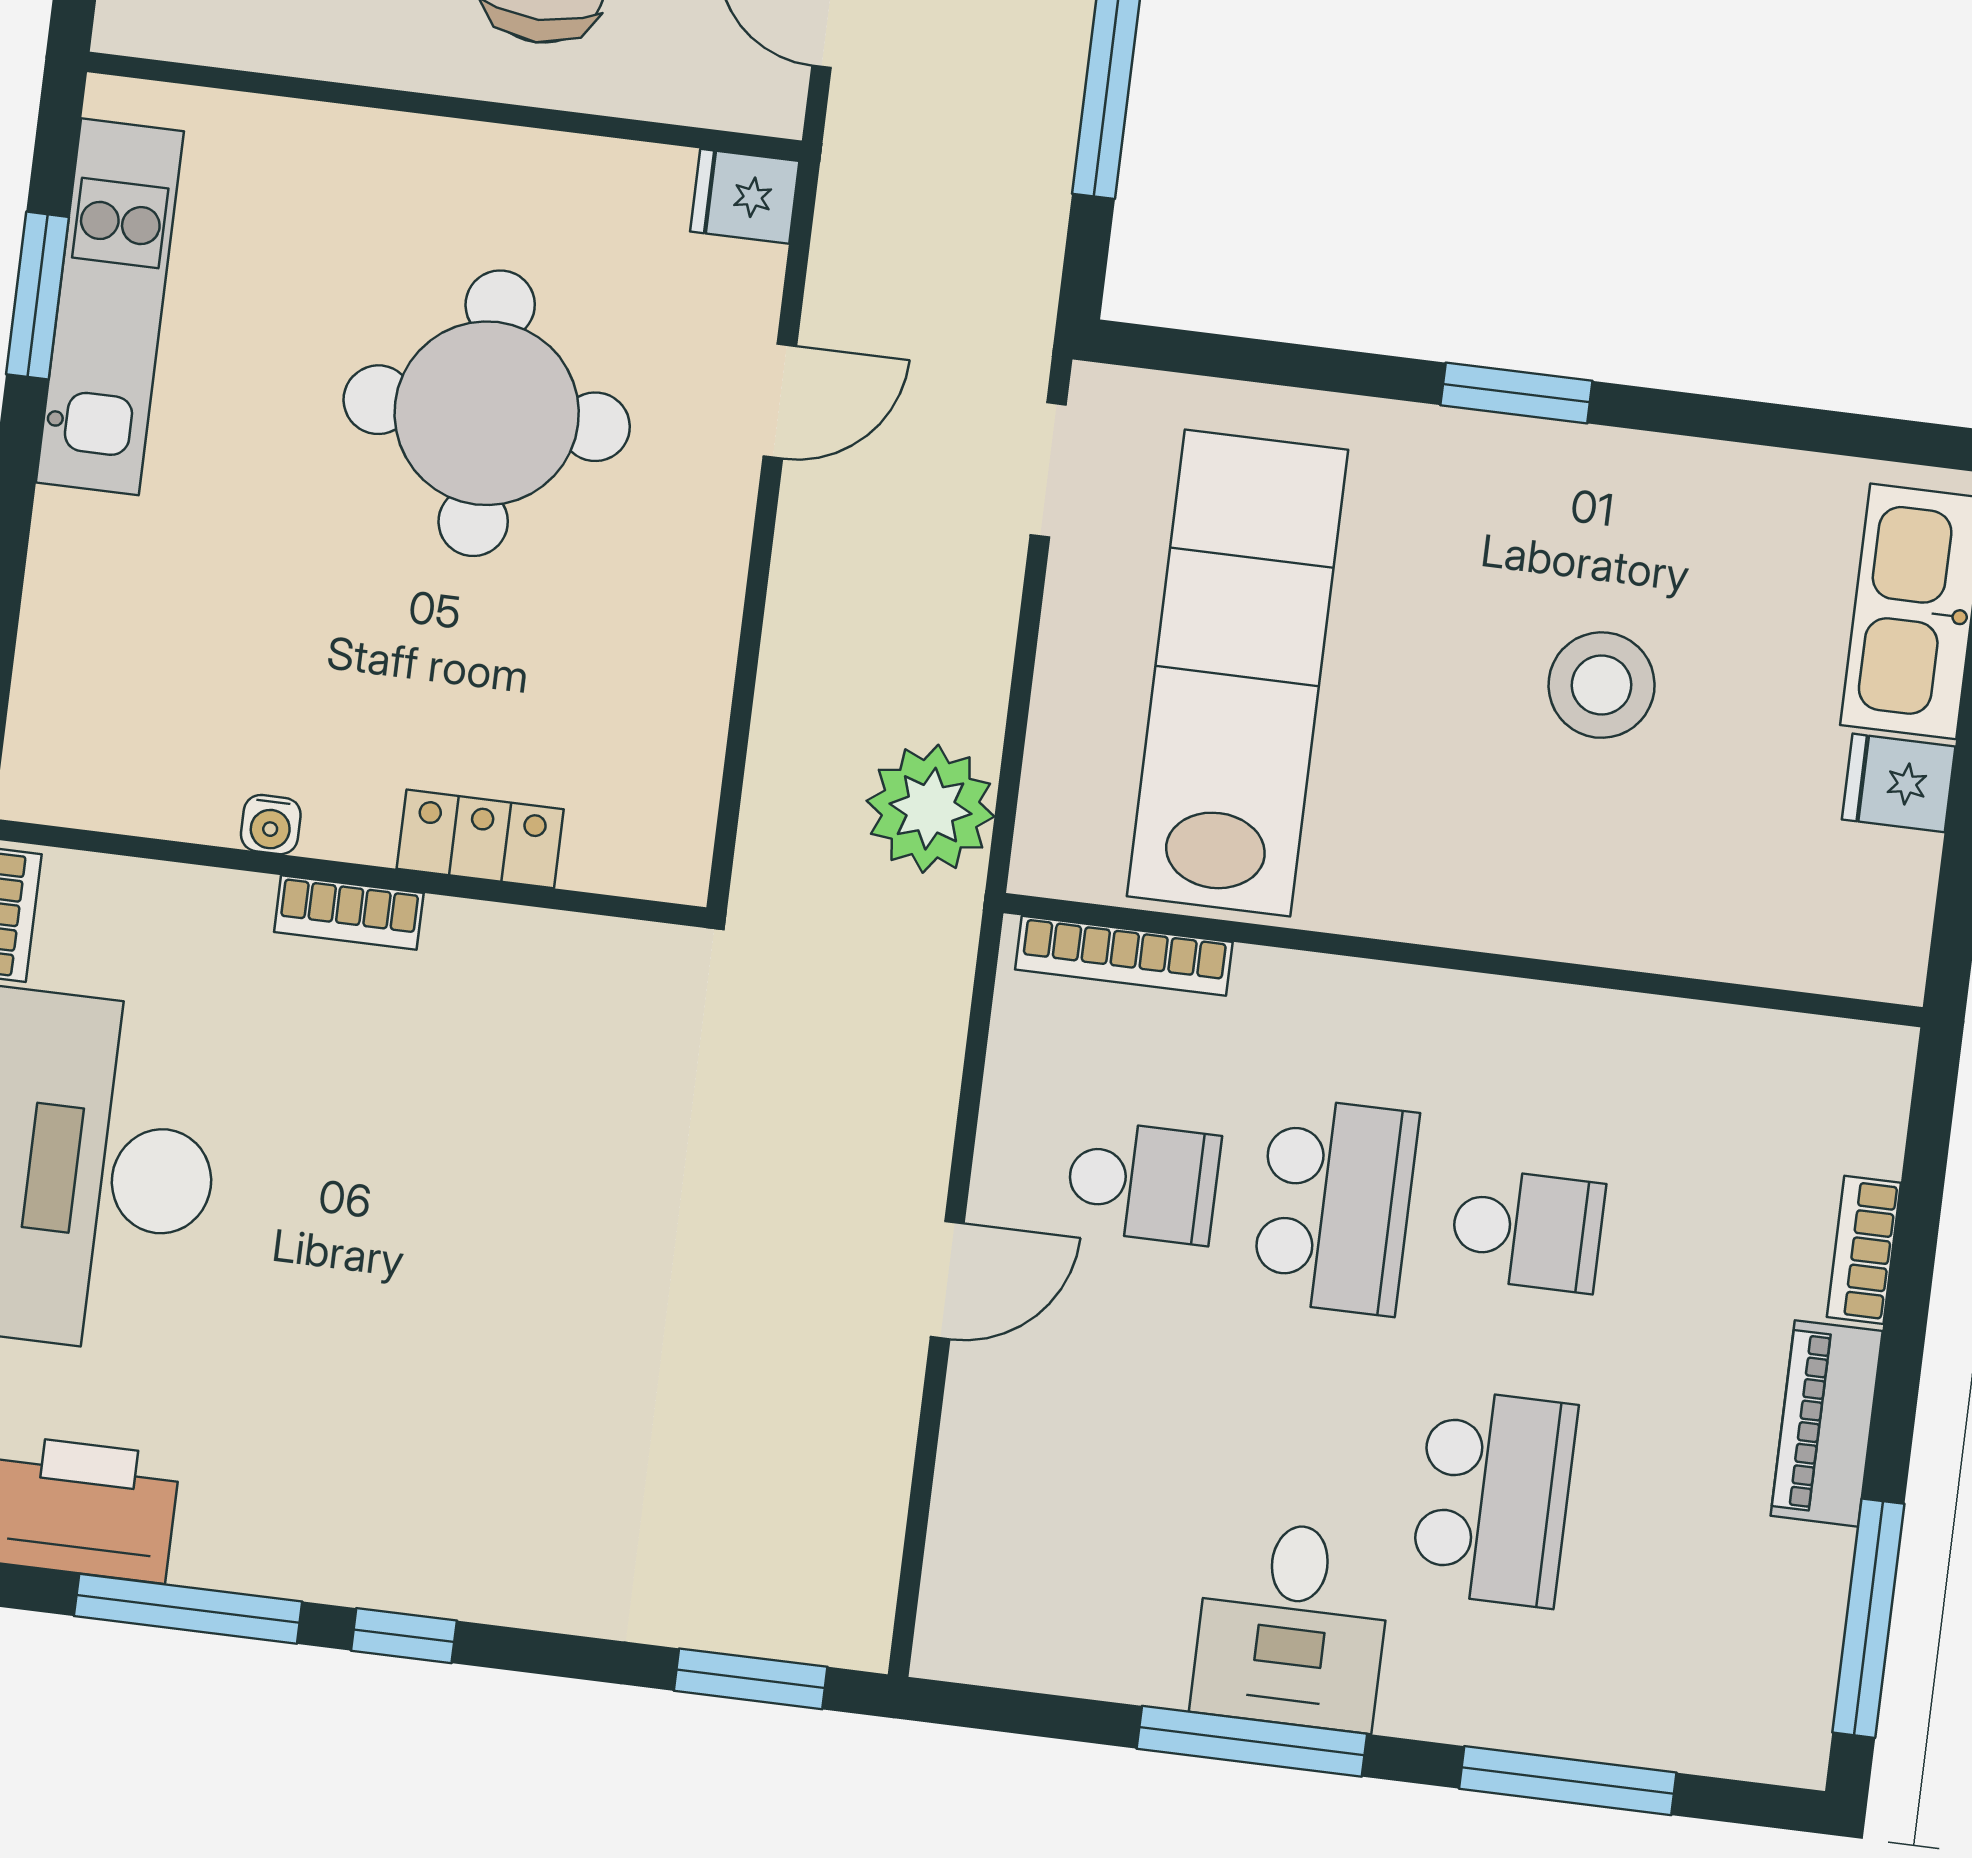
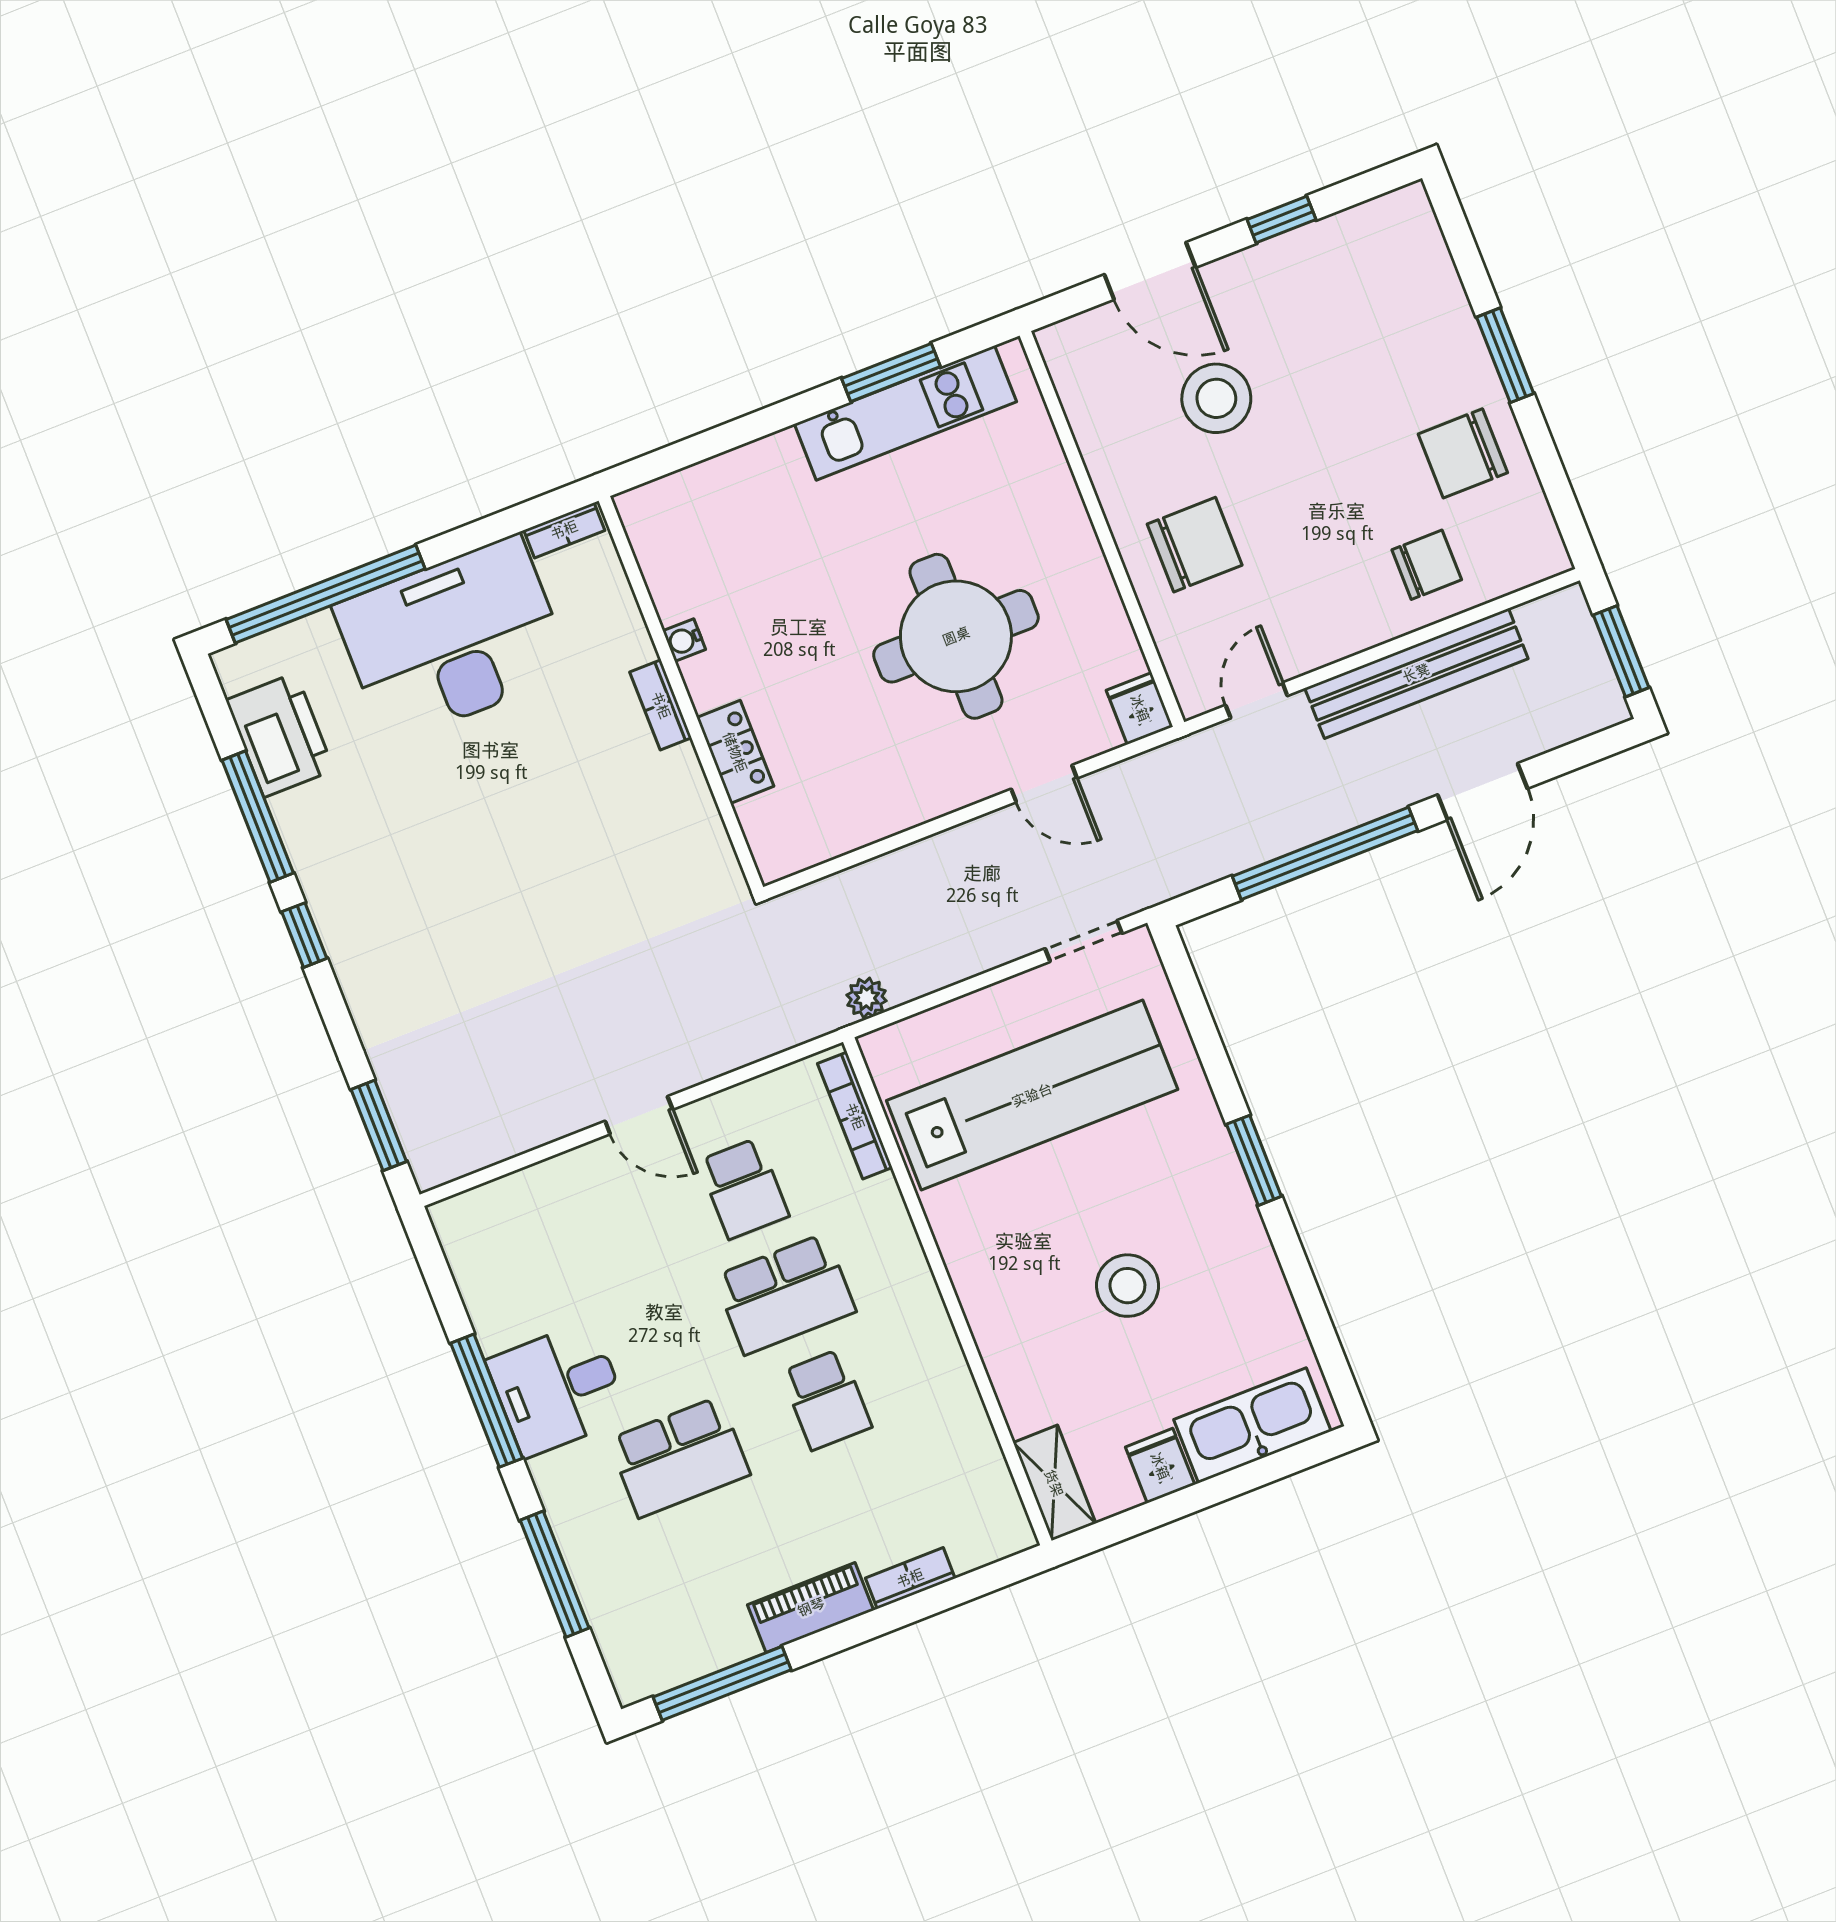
plant: (931, 809) -> (867, 998), width x0.53, depth x0.53
shelving: (1838, 956) -> (1054, 1483), added

